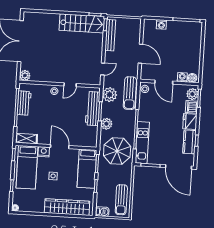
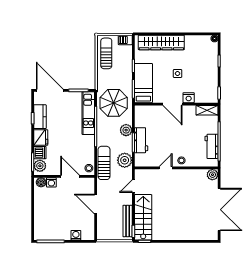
stairs: (82, 23) -> (143, 217), moved, turned 90
workbench: (93, 109) -> (141, 140), width x0.73
bed: (27, 167) -> (205, 81), removed

